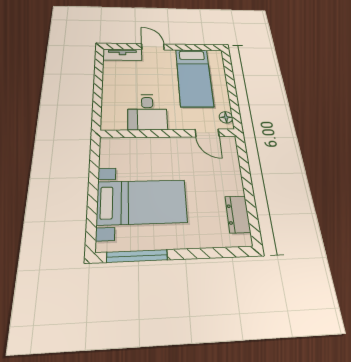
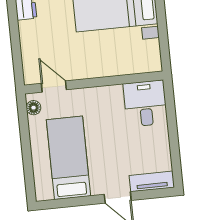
desk: (147, 112) -> (145, 104), moved

